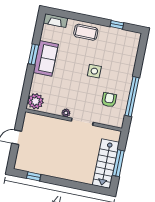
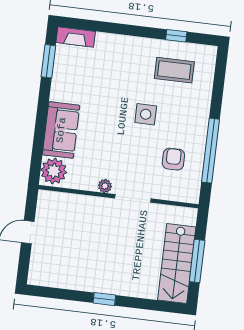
coffee table: (86, 32) -> (174, 70), moved
window: (33, 54) -> (48, 61), moved
sofa: (46, 58) -> (61, 130), moved
window: (34, 176) -> (104, 299), moved

